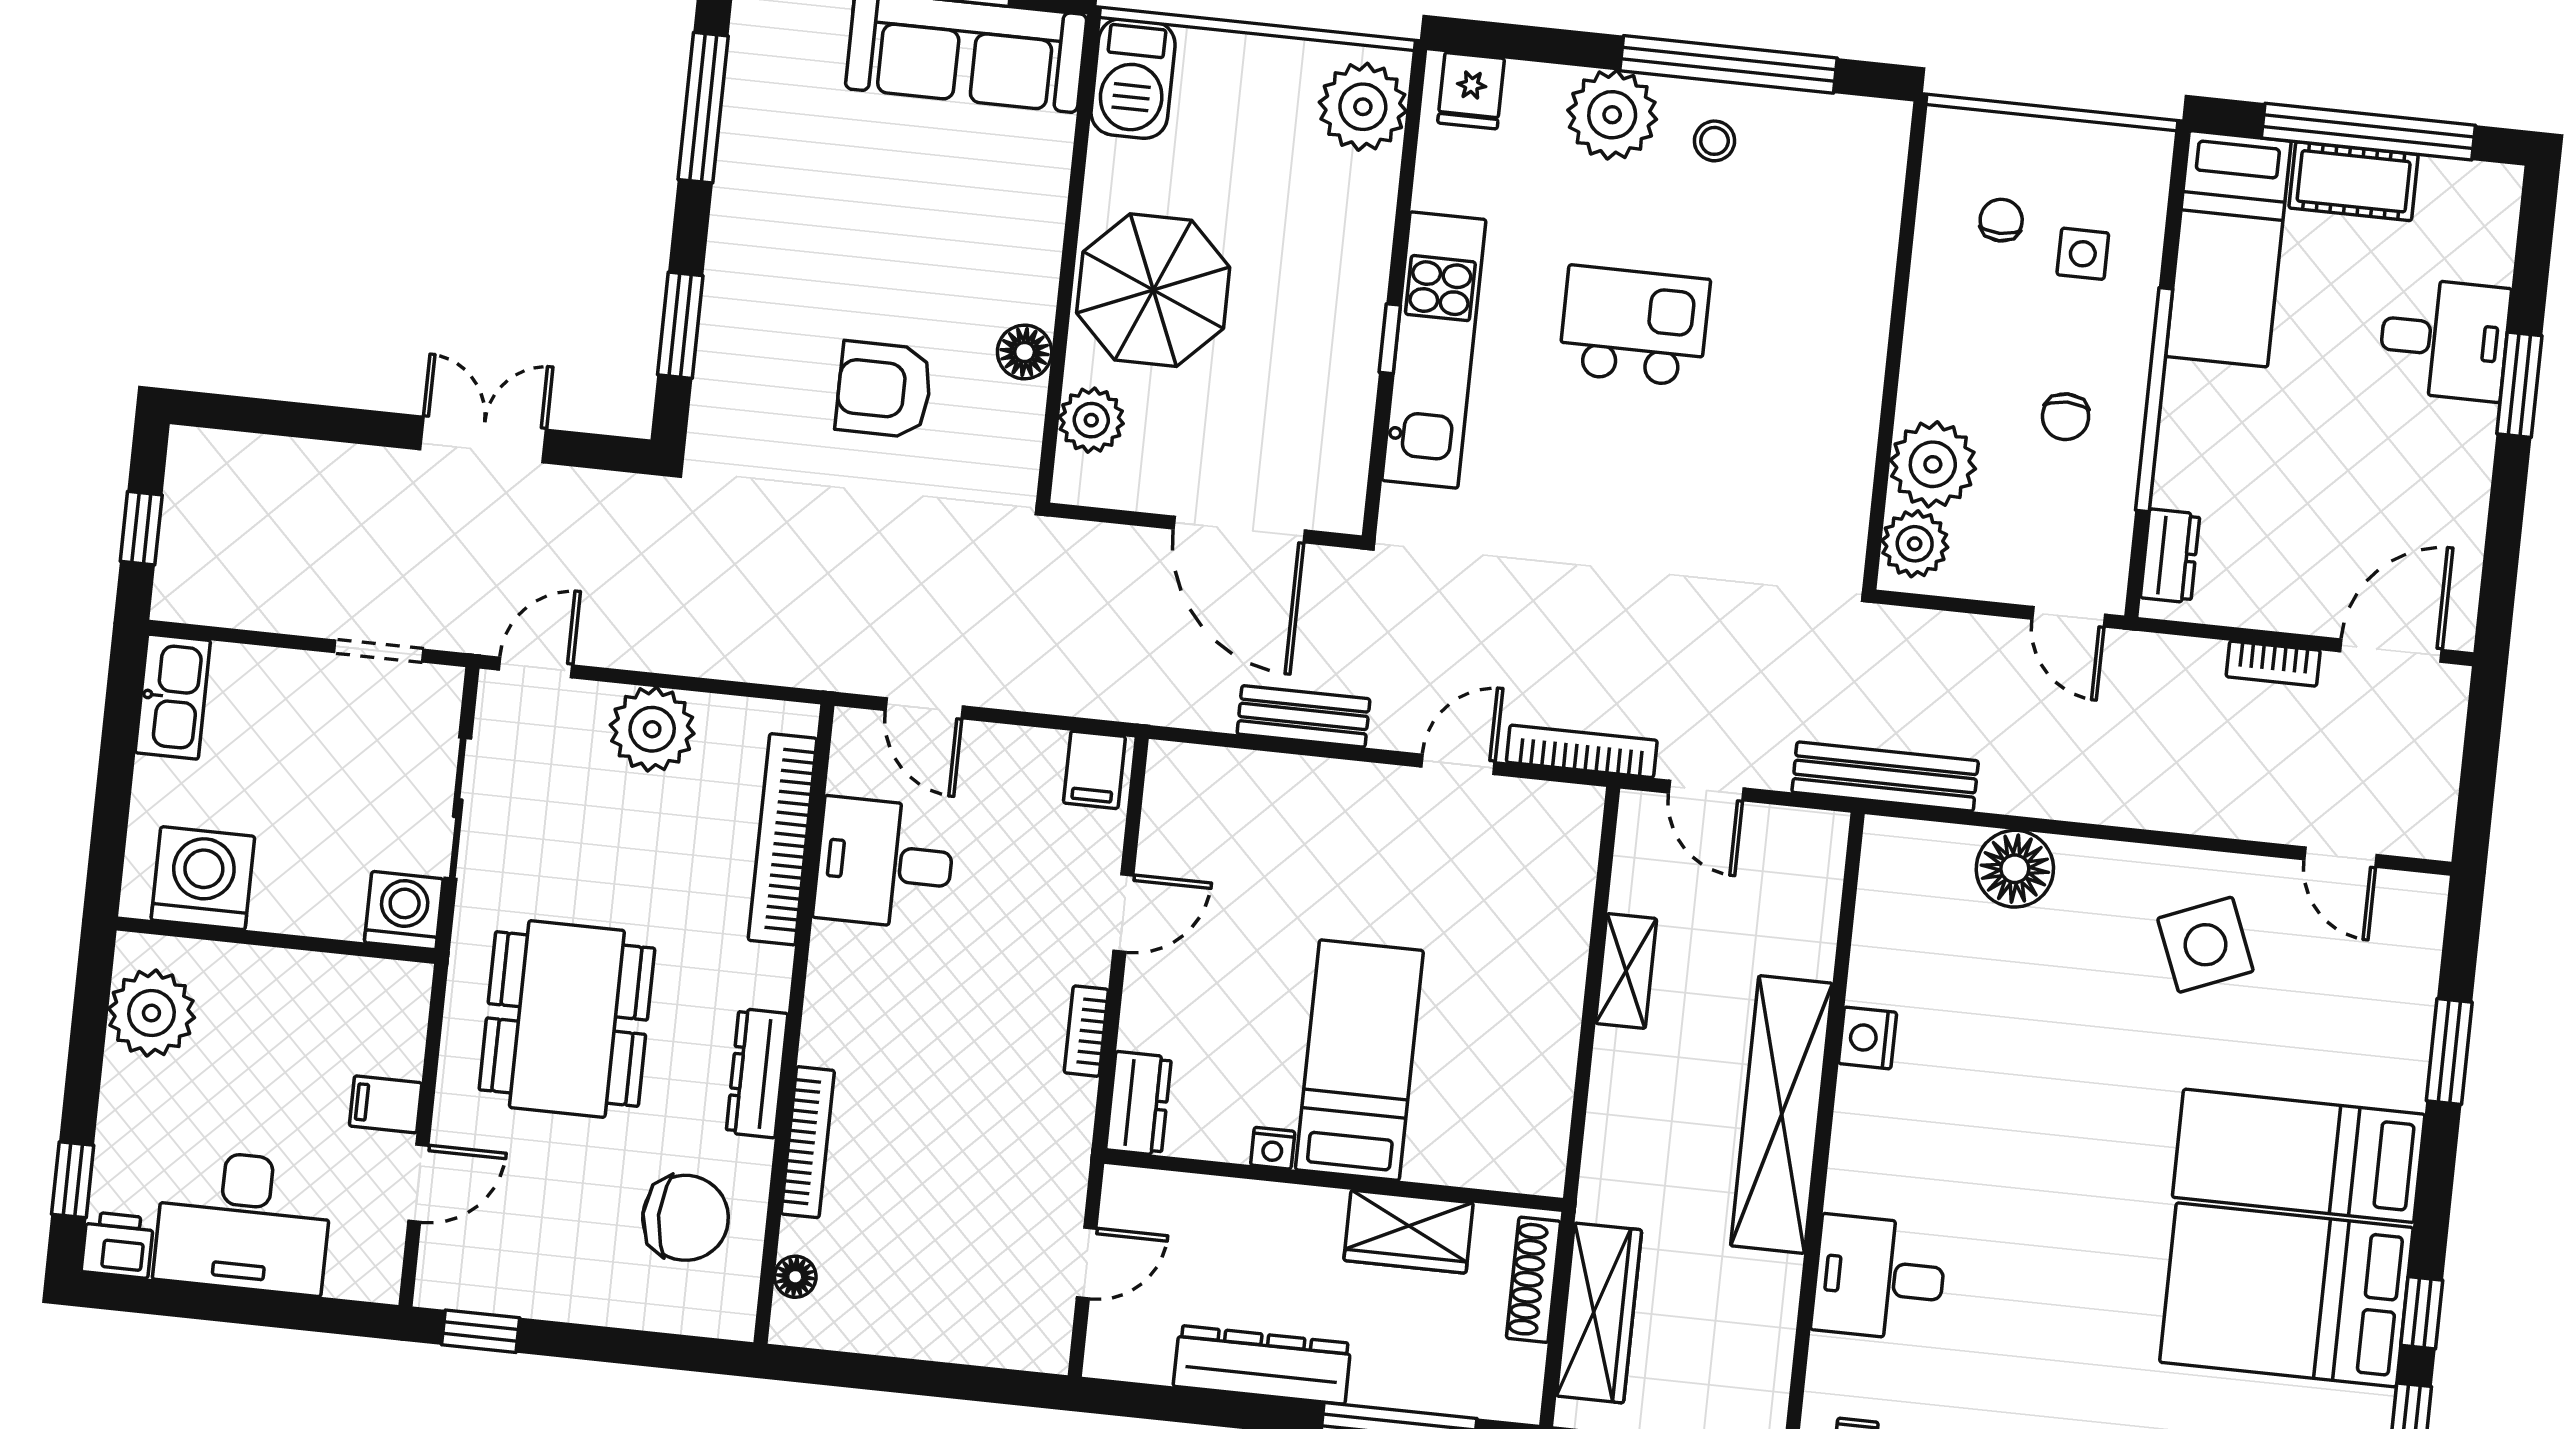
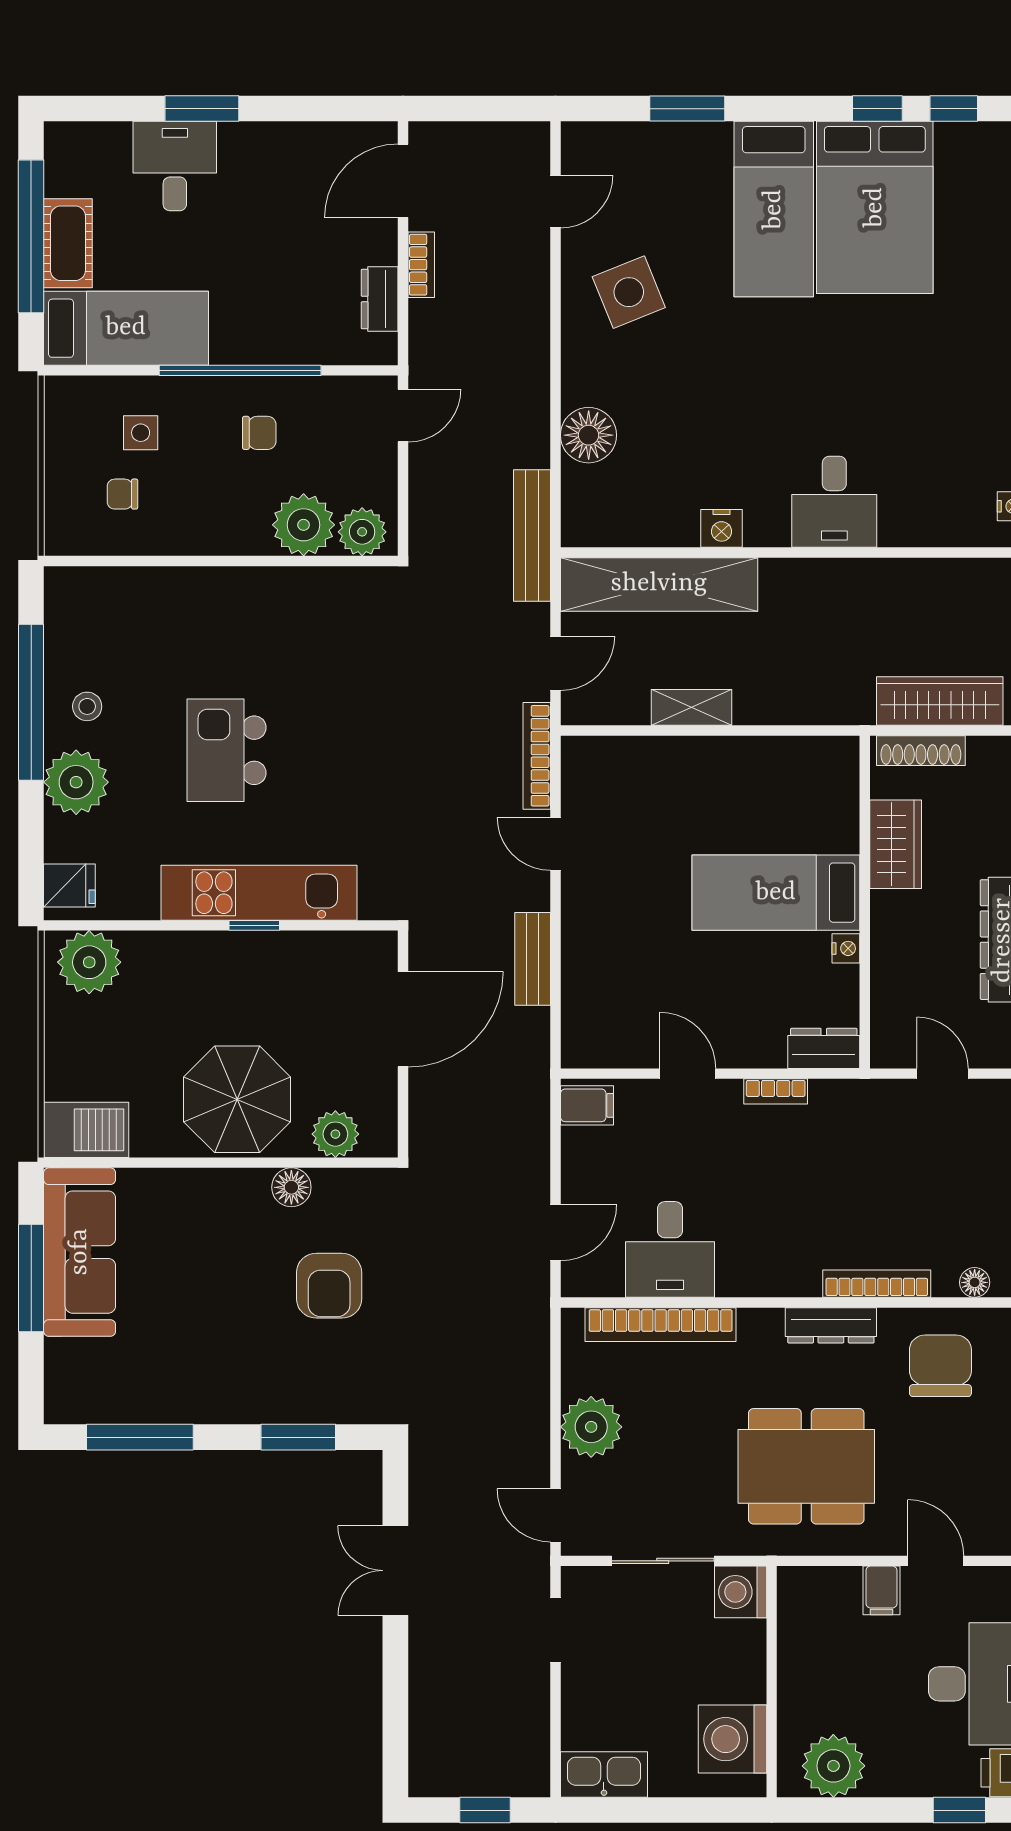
dresser: (2170, 556) -> (380, 299), moved, turned -90
door: (2391, 651) -> (403, 181), hinge flipped
shelving: (1782, 1115) -> (659, 584), moved
desk: (1879, 1278) -> (834, 502), moved

